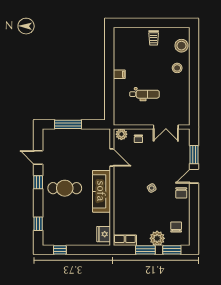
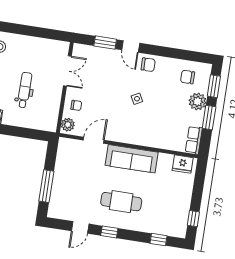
cafe table: (65, 188) -> (121, 202), turned 90

